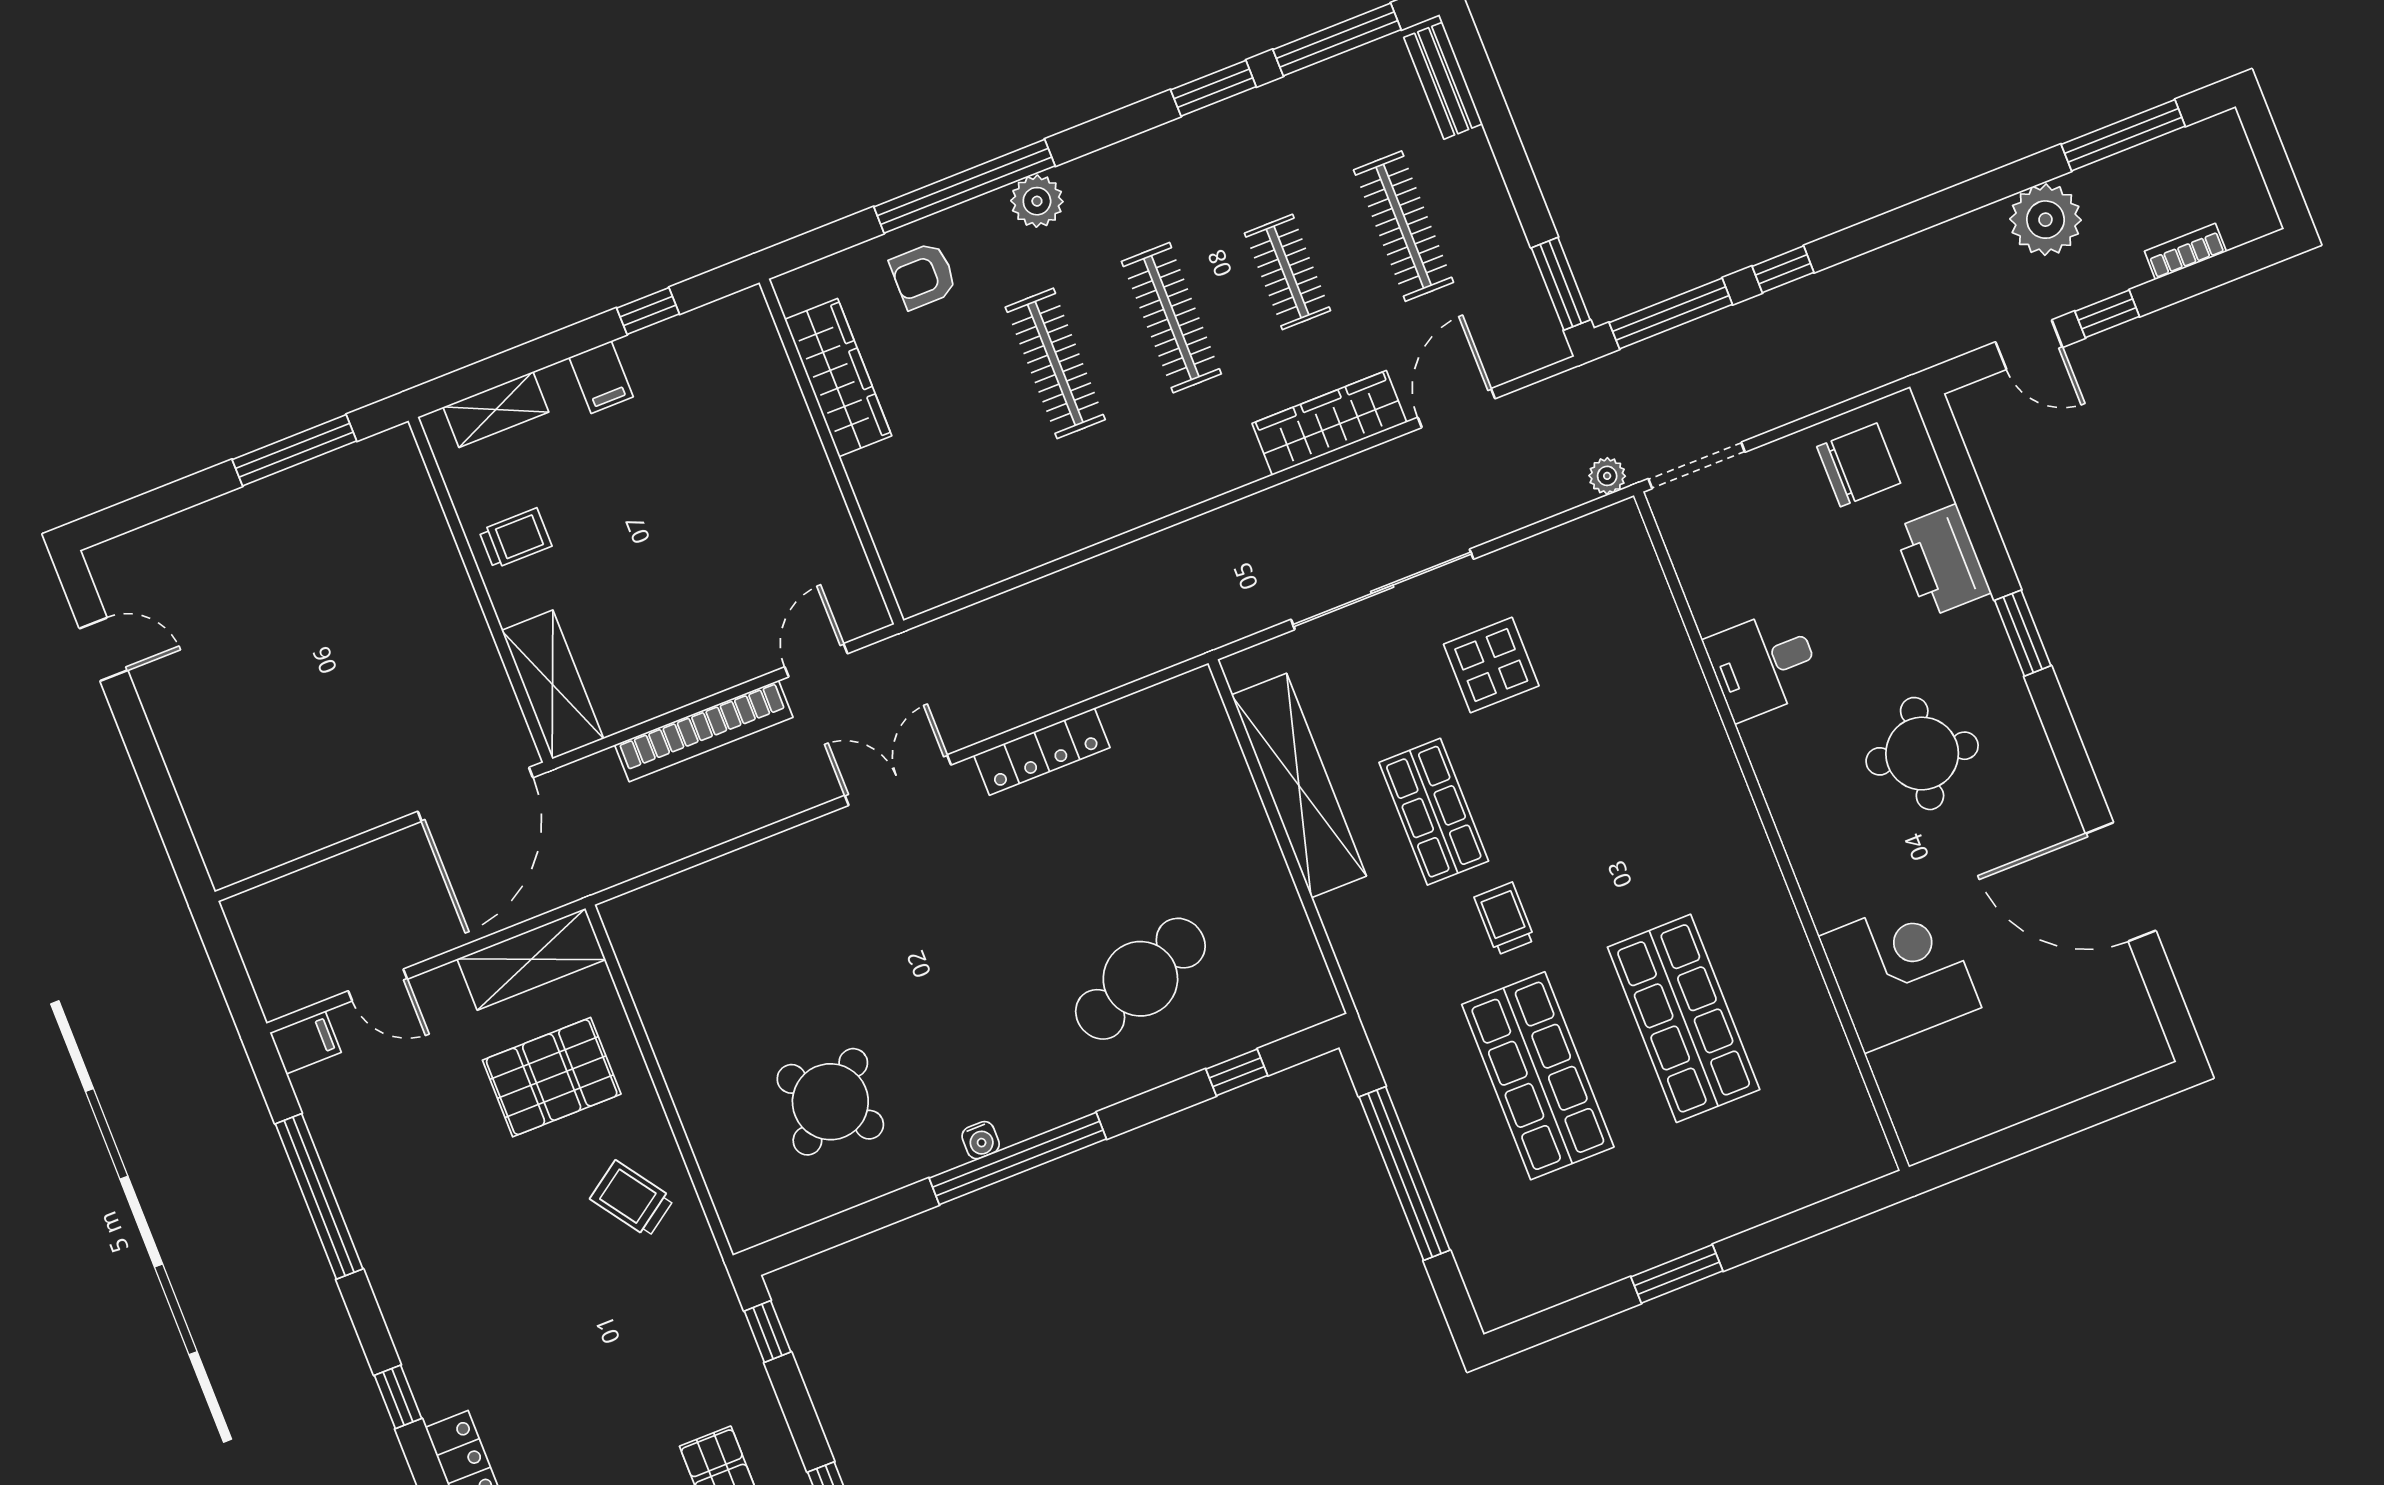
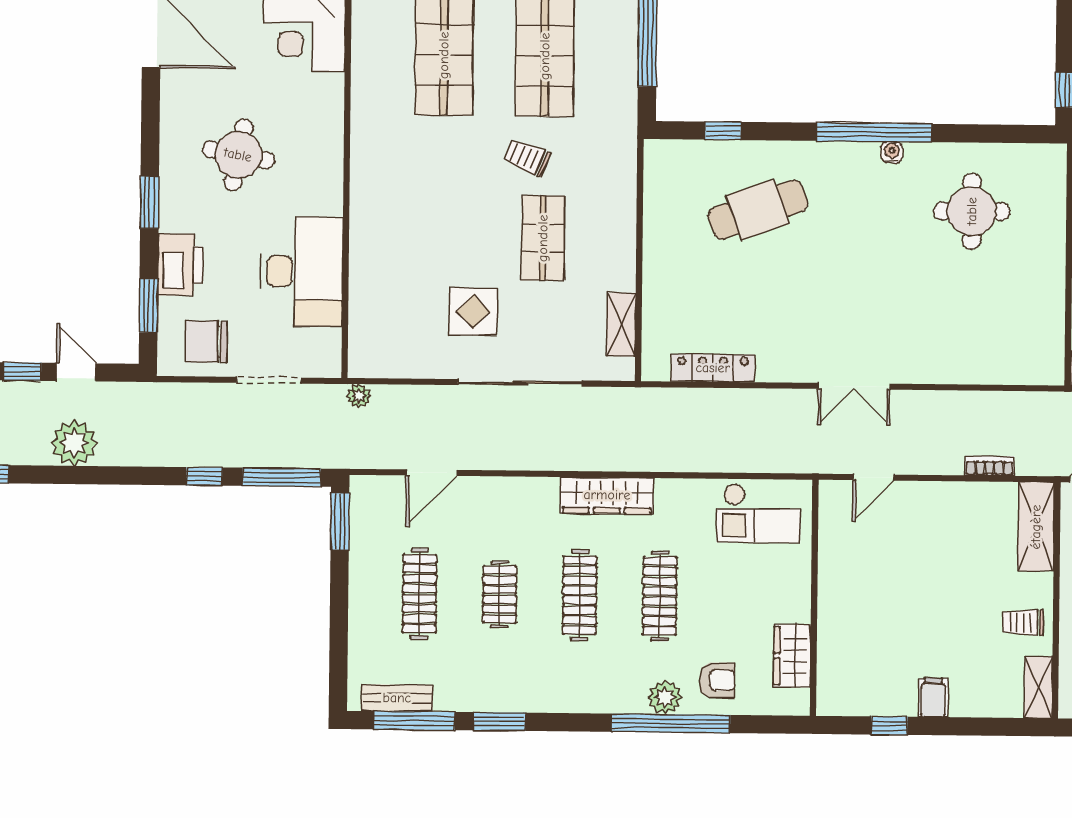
bench: (1443, 81) -> (397, 698), moved, turned 90
plant: (1037, 201) -> (665, 697), moved
plant: (2045, 220) -> (74, 443), moved
wardrobe: (838, 378) -> (792, 656), width x0.67
shelving: (496, 410) -> (1038, 687), moved, turned 90
wardrobe: (1329, 423) -> (607, 495), moved
doorway: (1697, 465) -> (269, 380), moved
window: (1964, 483) -> (148, 306), added
checkout: (961, 541) -> (759, 513), added
desk: (1763, 664) -> (302, 272), width x1.87, depth x1.30
bookcase: (704, 731) -> (990, 466), width x0.43, depth x0.76
locker: (1042, 752) -> (713, 368), moved
shelving: (1299, 785) -> (621, 325), width x0.45, depth x0.75
trolley: (1505, 919) -> (527, 157), turned 112
round table: (830, 1102) -> (972, 211), turned 38

